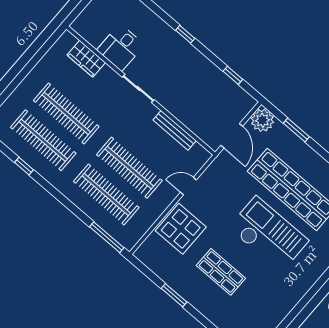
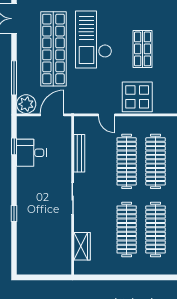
window: (185, 34) -> (14, 213), moved
desk: (121, 47) -> (31, 153), moved, turned 180
window: (296, 130) -> (14, 78), width x1.44

